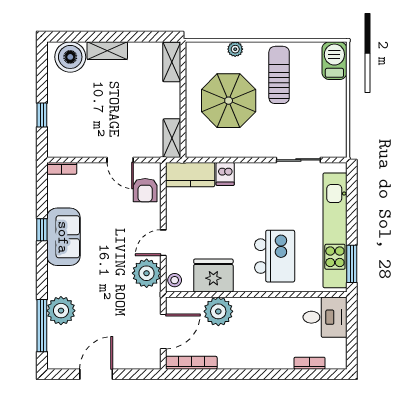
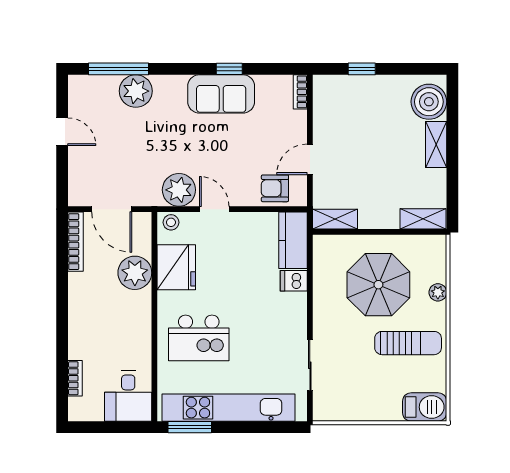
door: (96, 374) -> (62, 132), width x0.73

